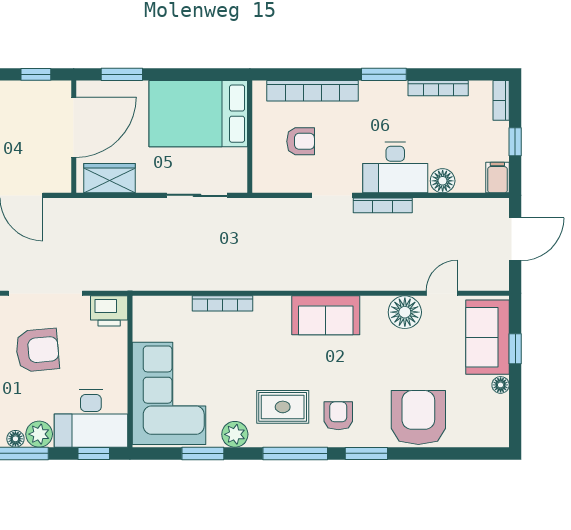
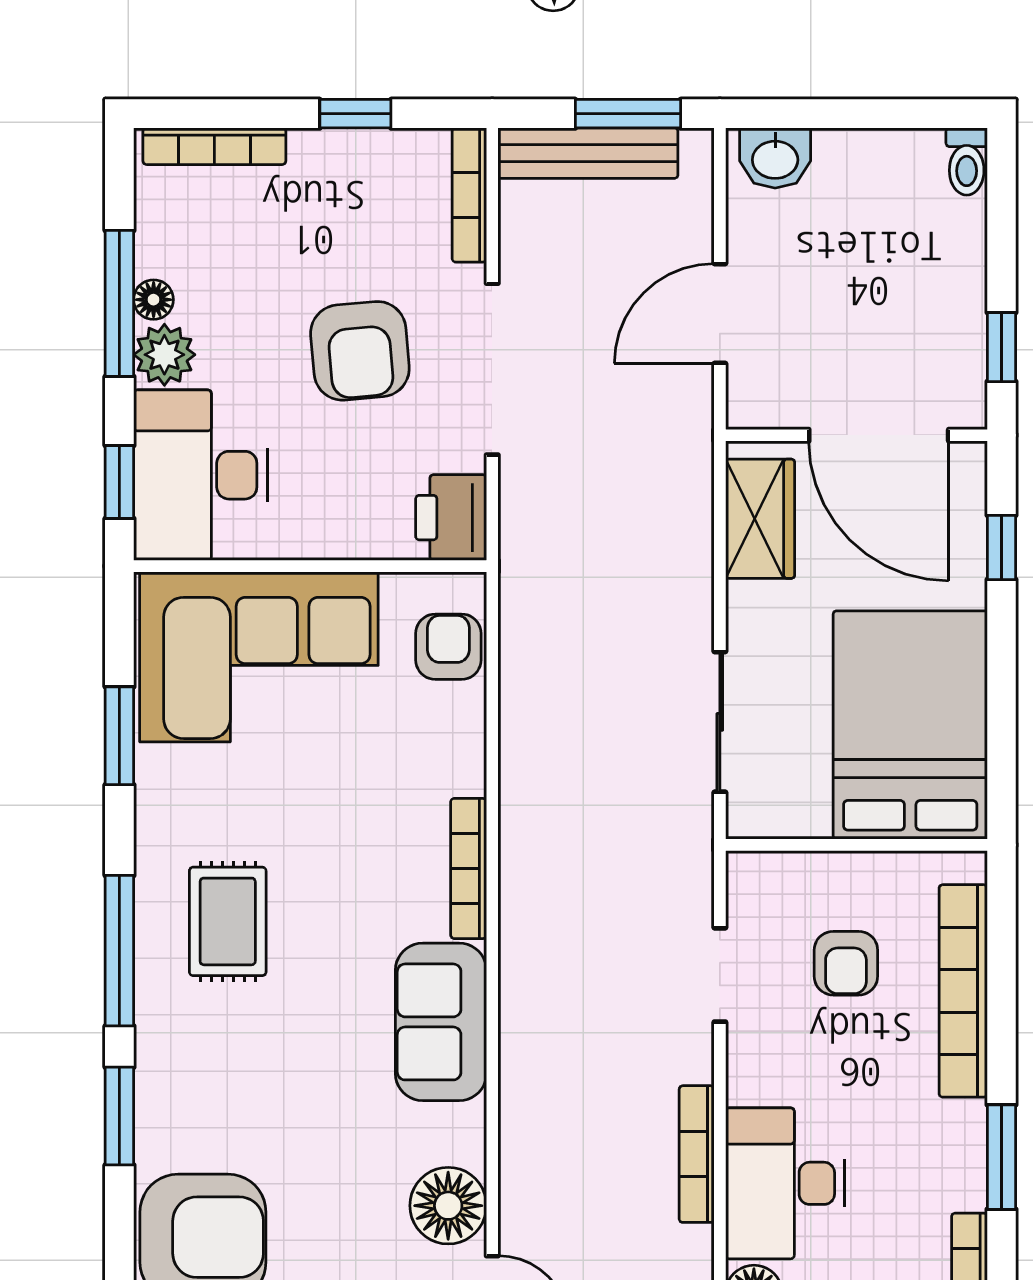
window: (122, 74) -> (1002, 547), width x0.67
doorway: (332, 195) -> (720, 975), moved
bookcase: (223, 303) -> (469, 868), moved
armchair: (338, 416) -> (448, 647), moved, turned -90
plant: (235, 434) -> (164, 810), removed

